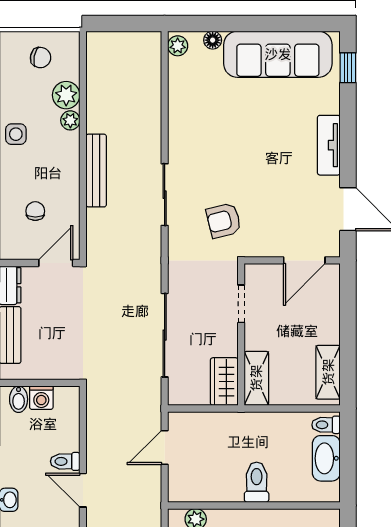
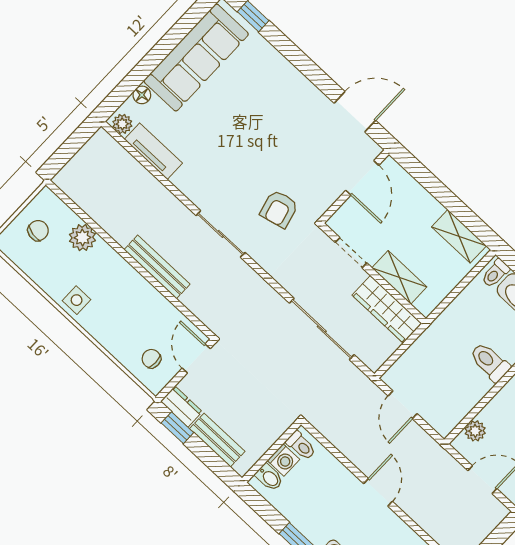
plant: (70, 120) -> (103, 252), removed
tv unit: (329, 145) -> (153, 151), moved, turned 180
chair: (35, 211) -> (151, 359), moved
shelving: (256, 378) -> (399, 277), moved
wardrobe: (224, 382) -> (387, 309), width x1.50
toilet: (65, 461) -> (301, 446), moved, turned -90
door: (83, 490) -> (378, 492), swing flipped

